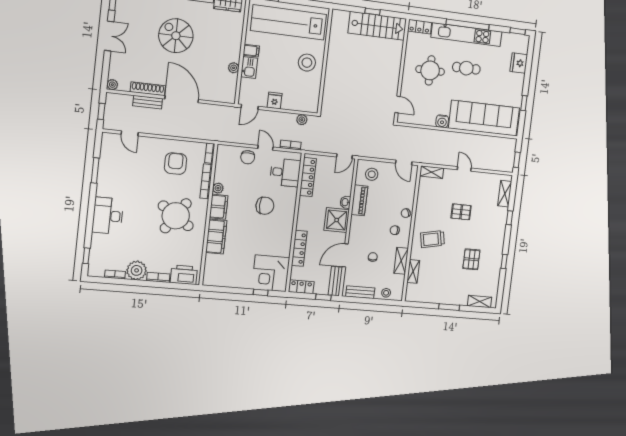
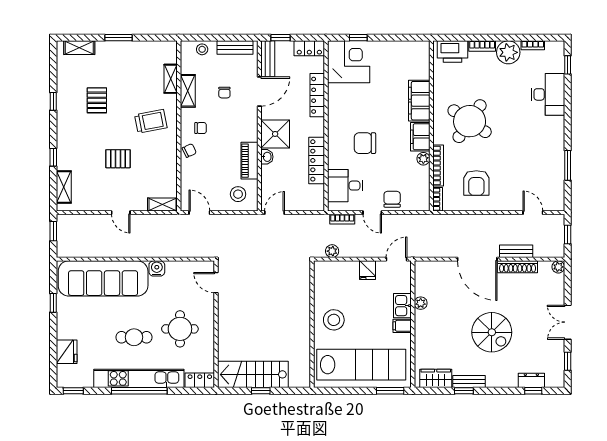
locker: (308, 177) -> (317, 160), moved
desk: (108, 216) -> (548, 94), moved

